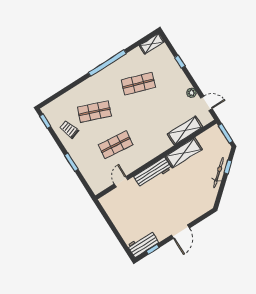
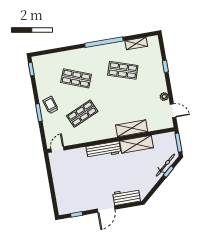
shelving: (152, 44) -> (136, 43), moved
trolley: (69, 130) -> (51, 105), moved
shelving: (185, 130) -> (132, 128), moved
shop shelf: (116, 145) -> (82, 114), turned -30
bicycle: (219, 173) -> (165, 165), moved
door: (121, 182) -> (58, 149), moved
workbench: (143, 244) -> (127, 197), moved

